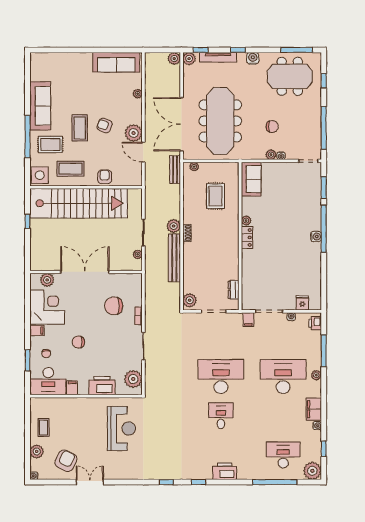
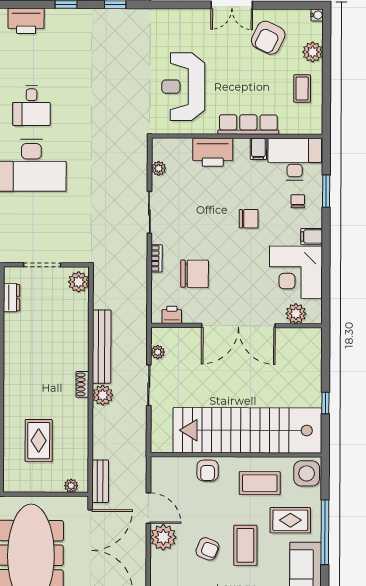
printer: (128, 279) -> (172, 315), added
plant: (133, 379) -> (159, 168), width x0.53, depth x0.53
row of seats: (79, 404) -> (248, 125), added

